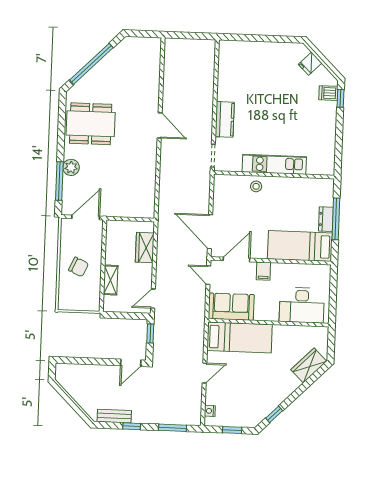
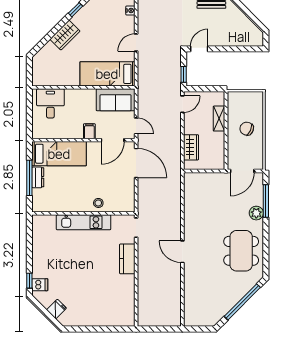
dining table: (91, 124) -> (241, 251), turned 90
desk: (302, 305) -> (50, 103), width x0.73
wardrobe: (309, 366) -> (65, 35), moved

